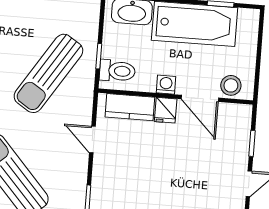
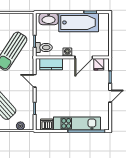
stool: (231, 85) -> (98, 50), removed
door: (200, 98) -> (84, 57), hinge flipped
fridge: (166, 110) -> (99, 64), moved

